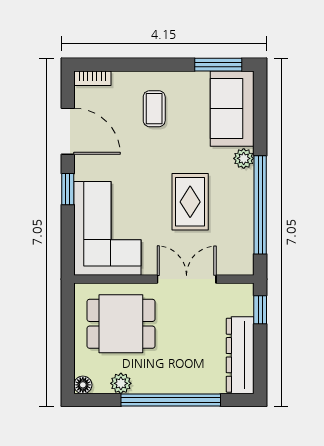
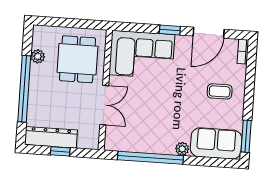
rug: (190, 202) -> (156, 111), removed
window: (260, 310) -> (60, 151), moved
floor lamp: (83, 385) -> (38, 31), removed

